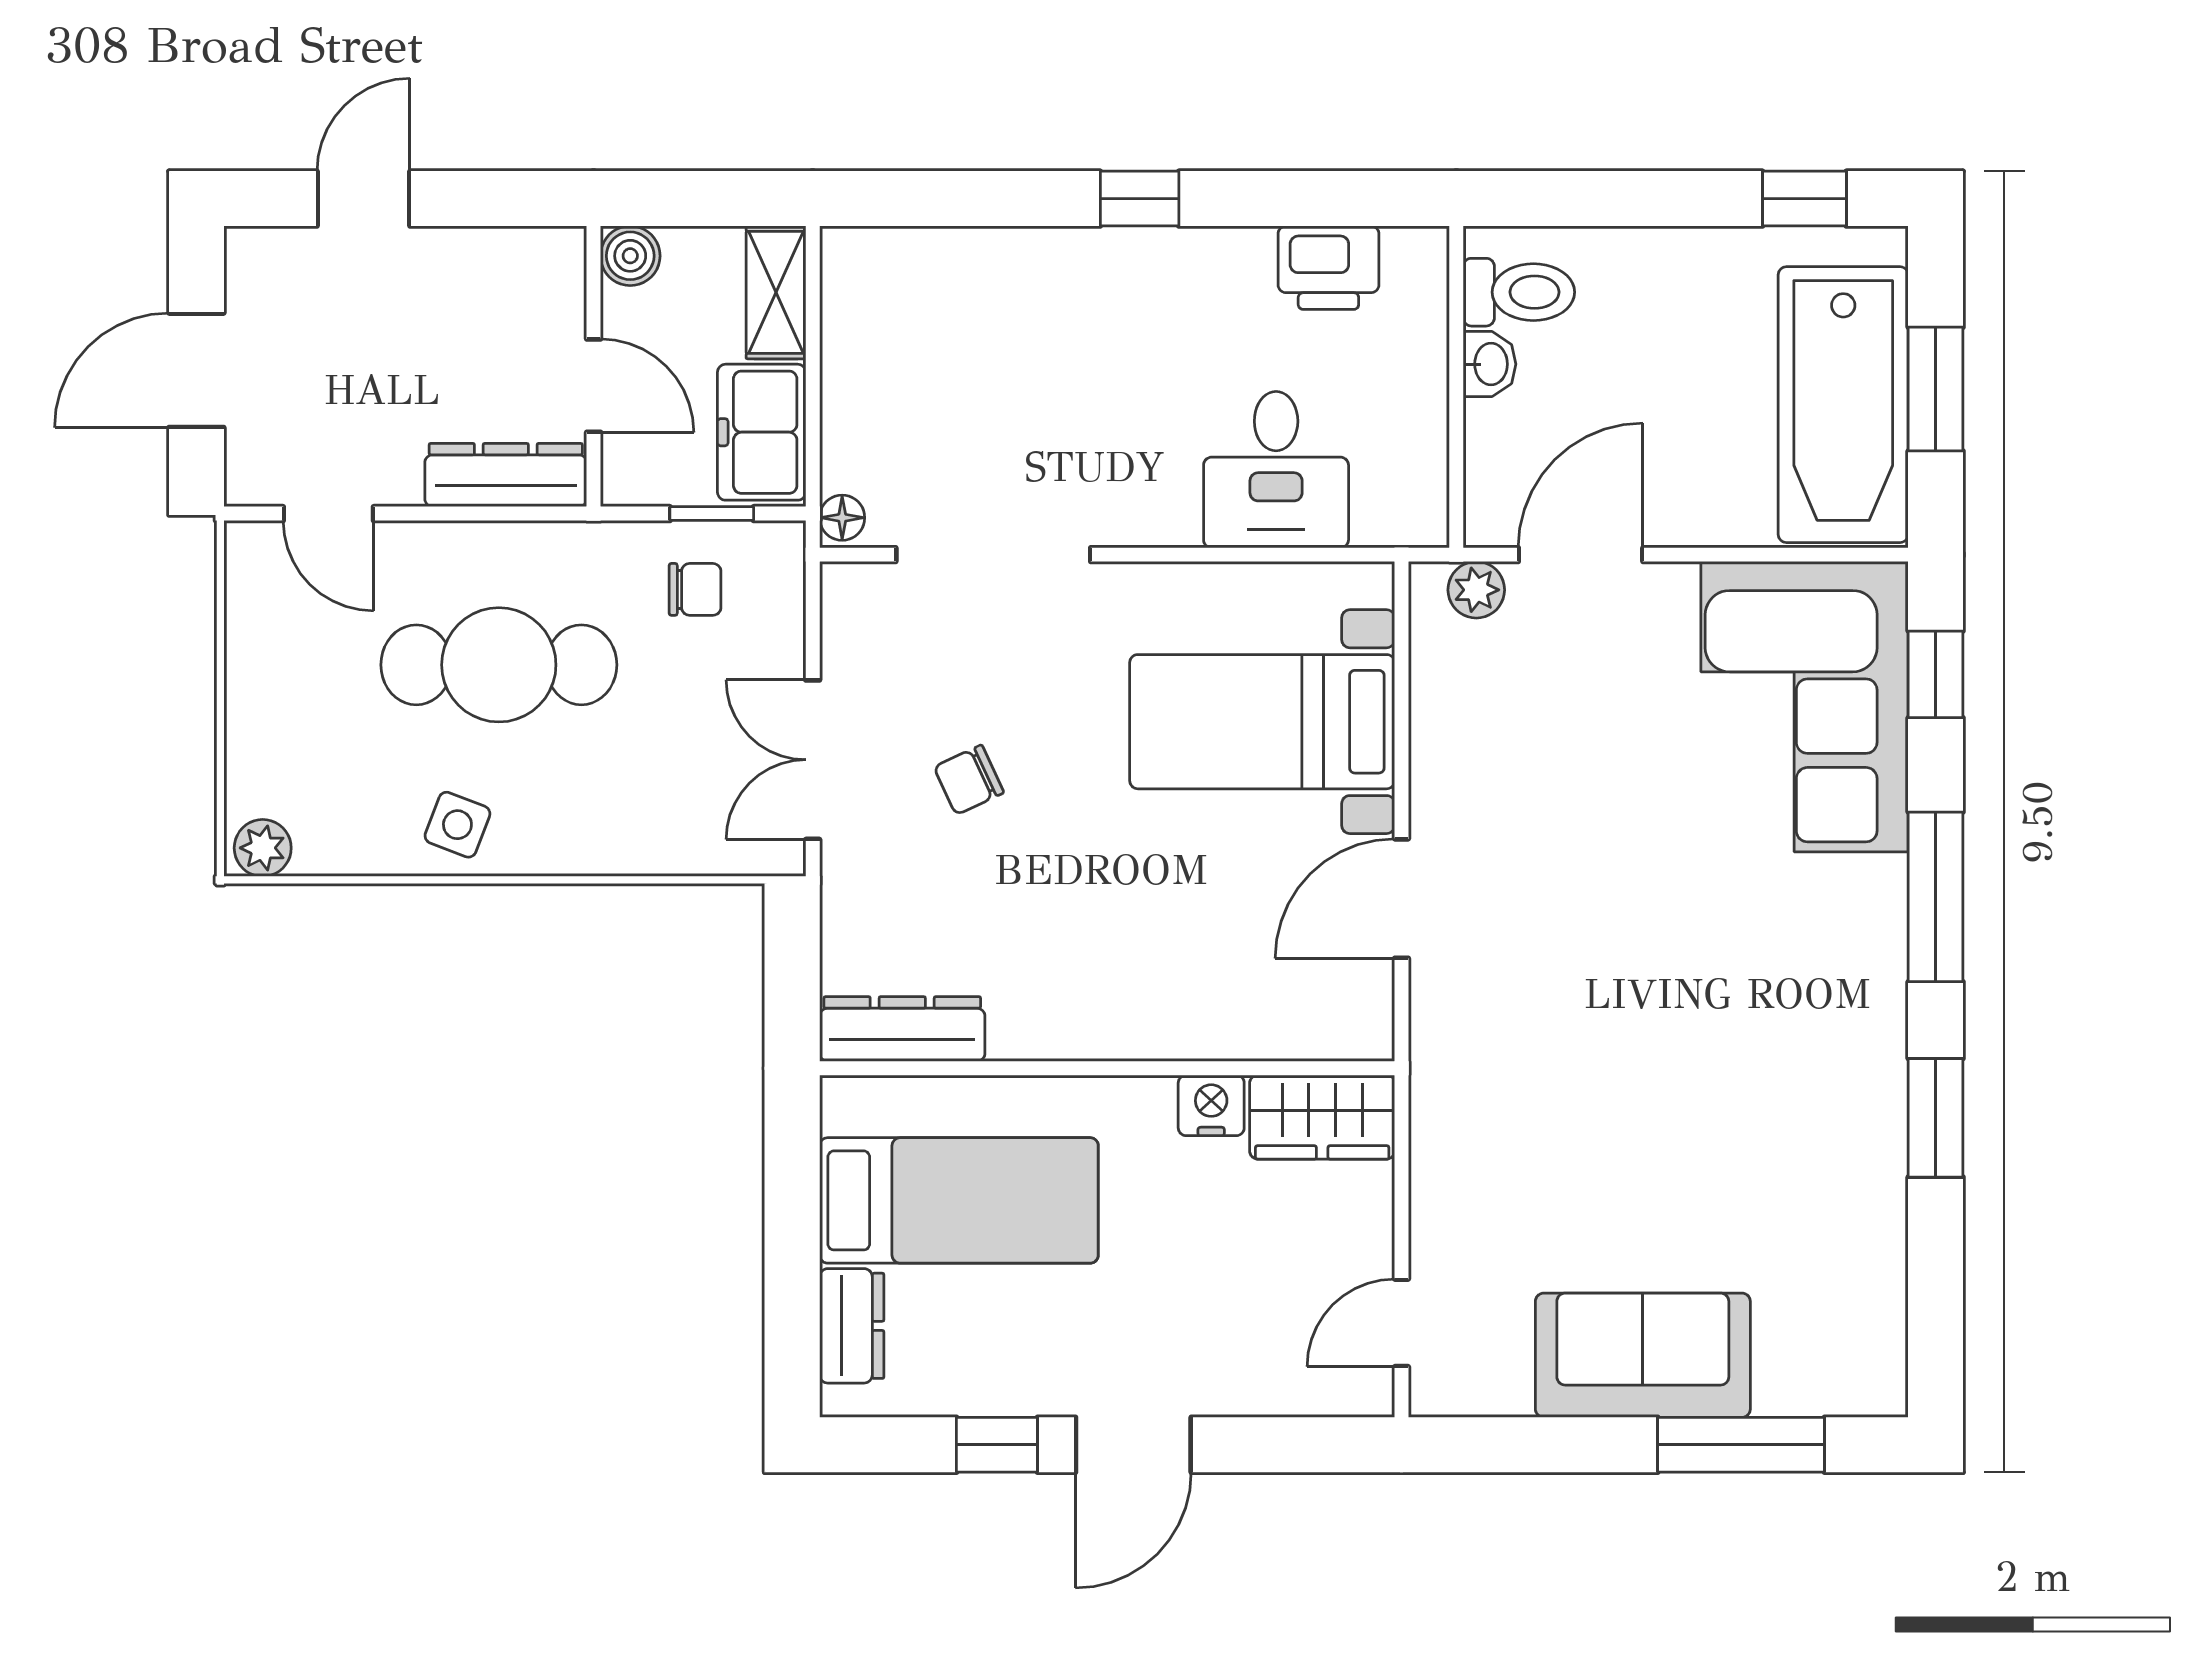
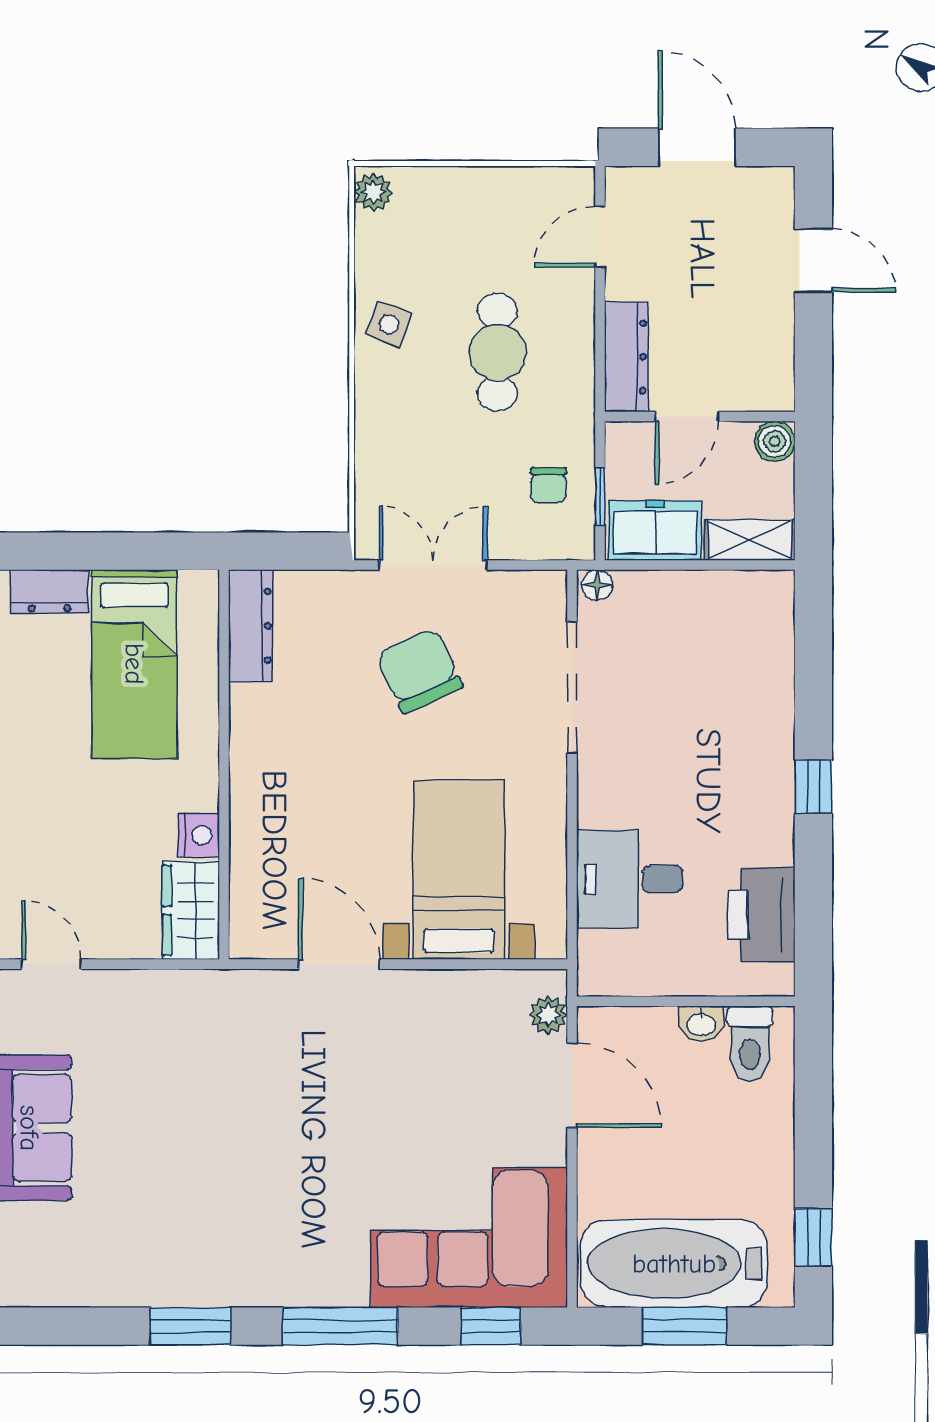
printer: (1328, 268) -> (761, 915), width x1.37, depth x1.19
cafe table: (499, 665) -> (497, 352), width x0.73, depth x0.74
chair: (969, 780) -> (419, 671), width x1.87, depth x1.87

